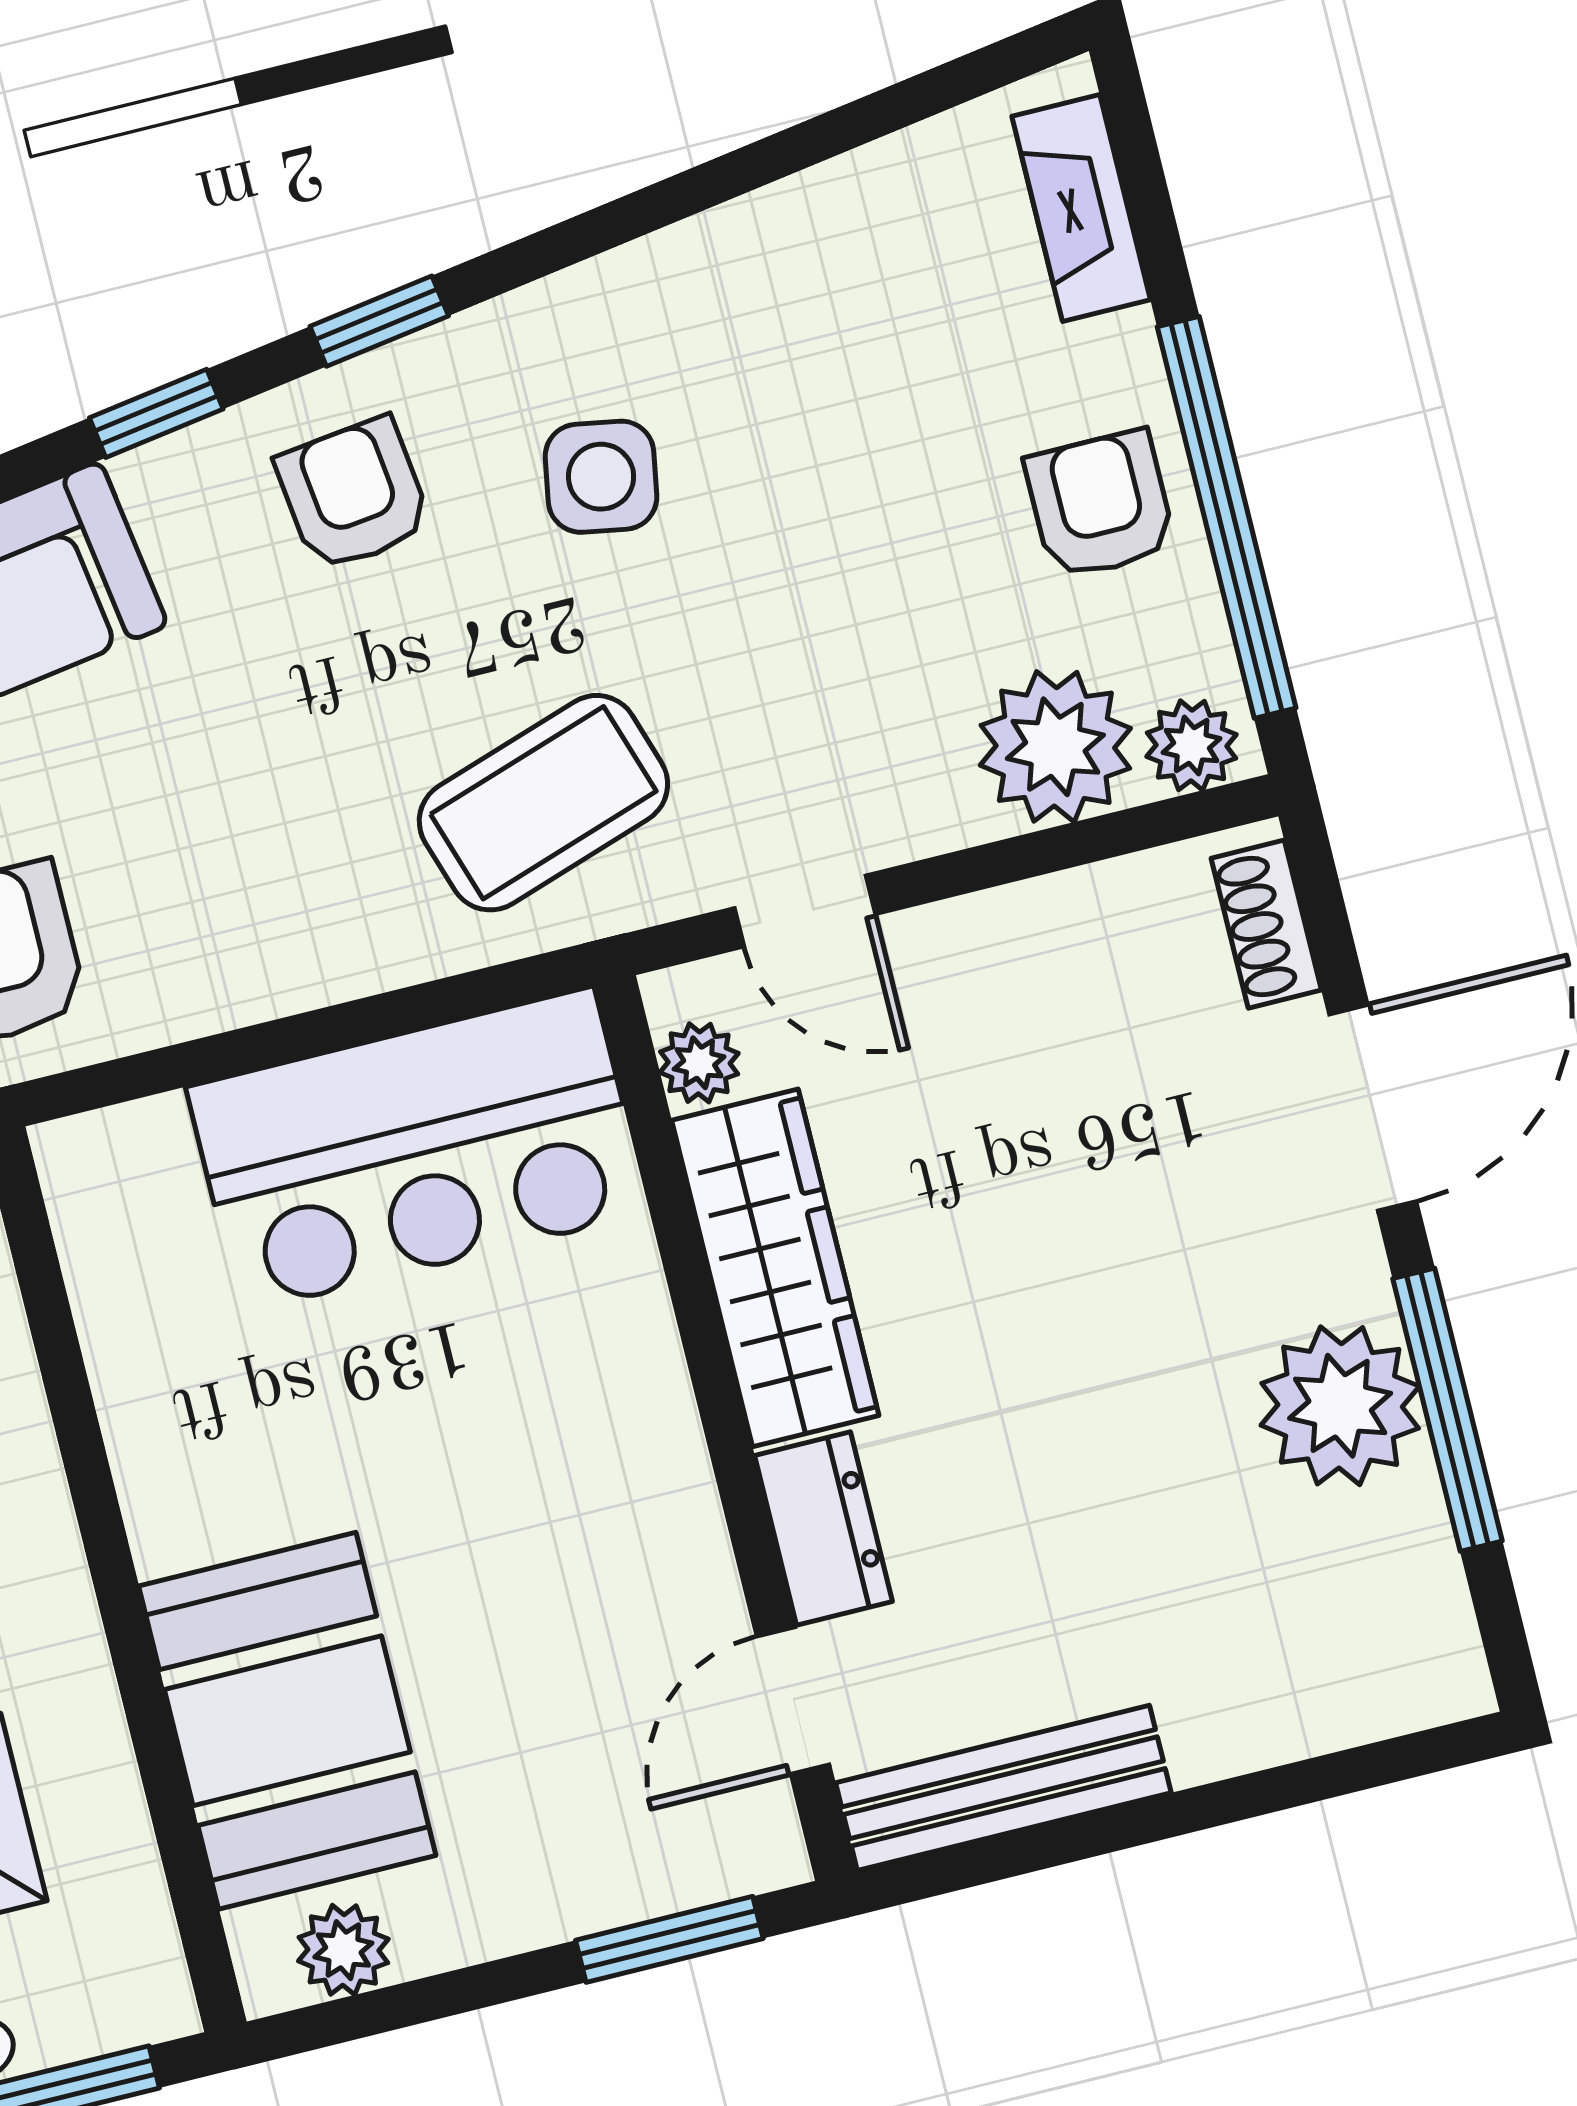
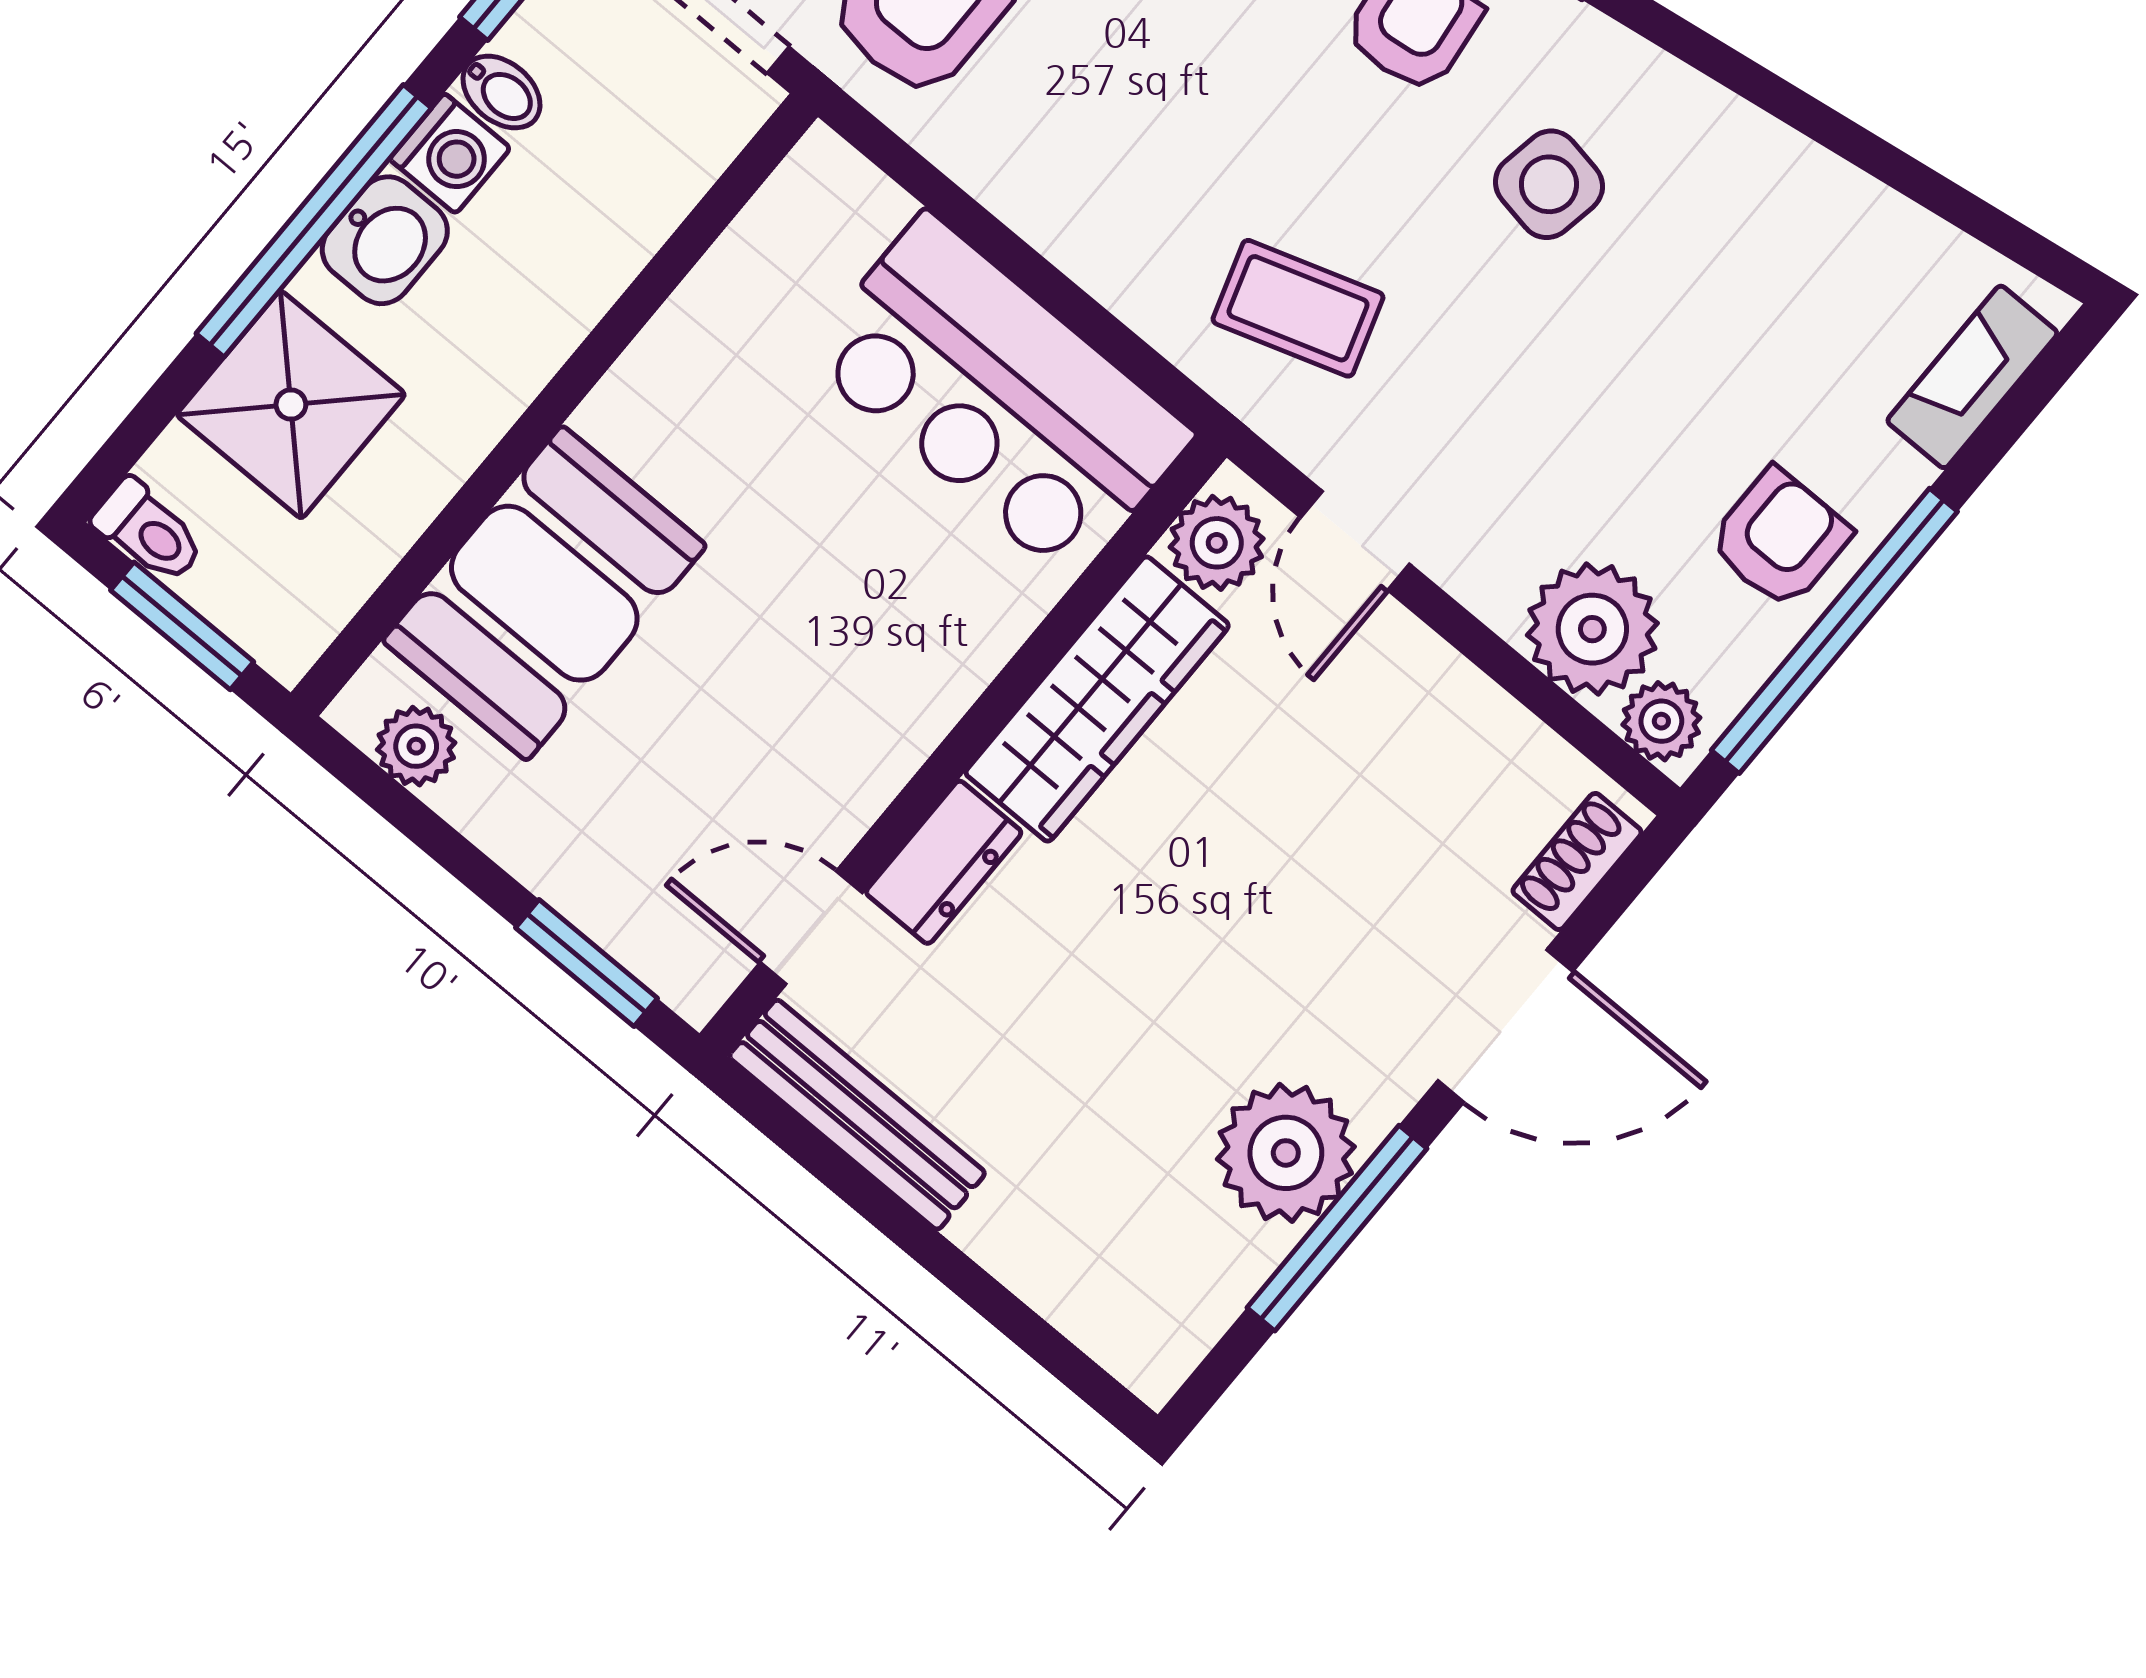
coffee table: (543, 803) -> (1298, 308), width x0.73, depth x0.77
plant: (699, 1063) -> (1217, 543), width x1.38, depth x1.38

